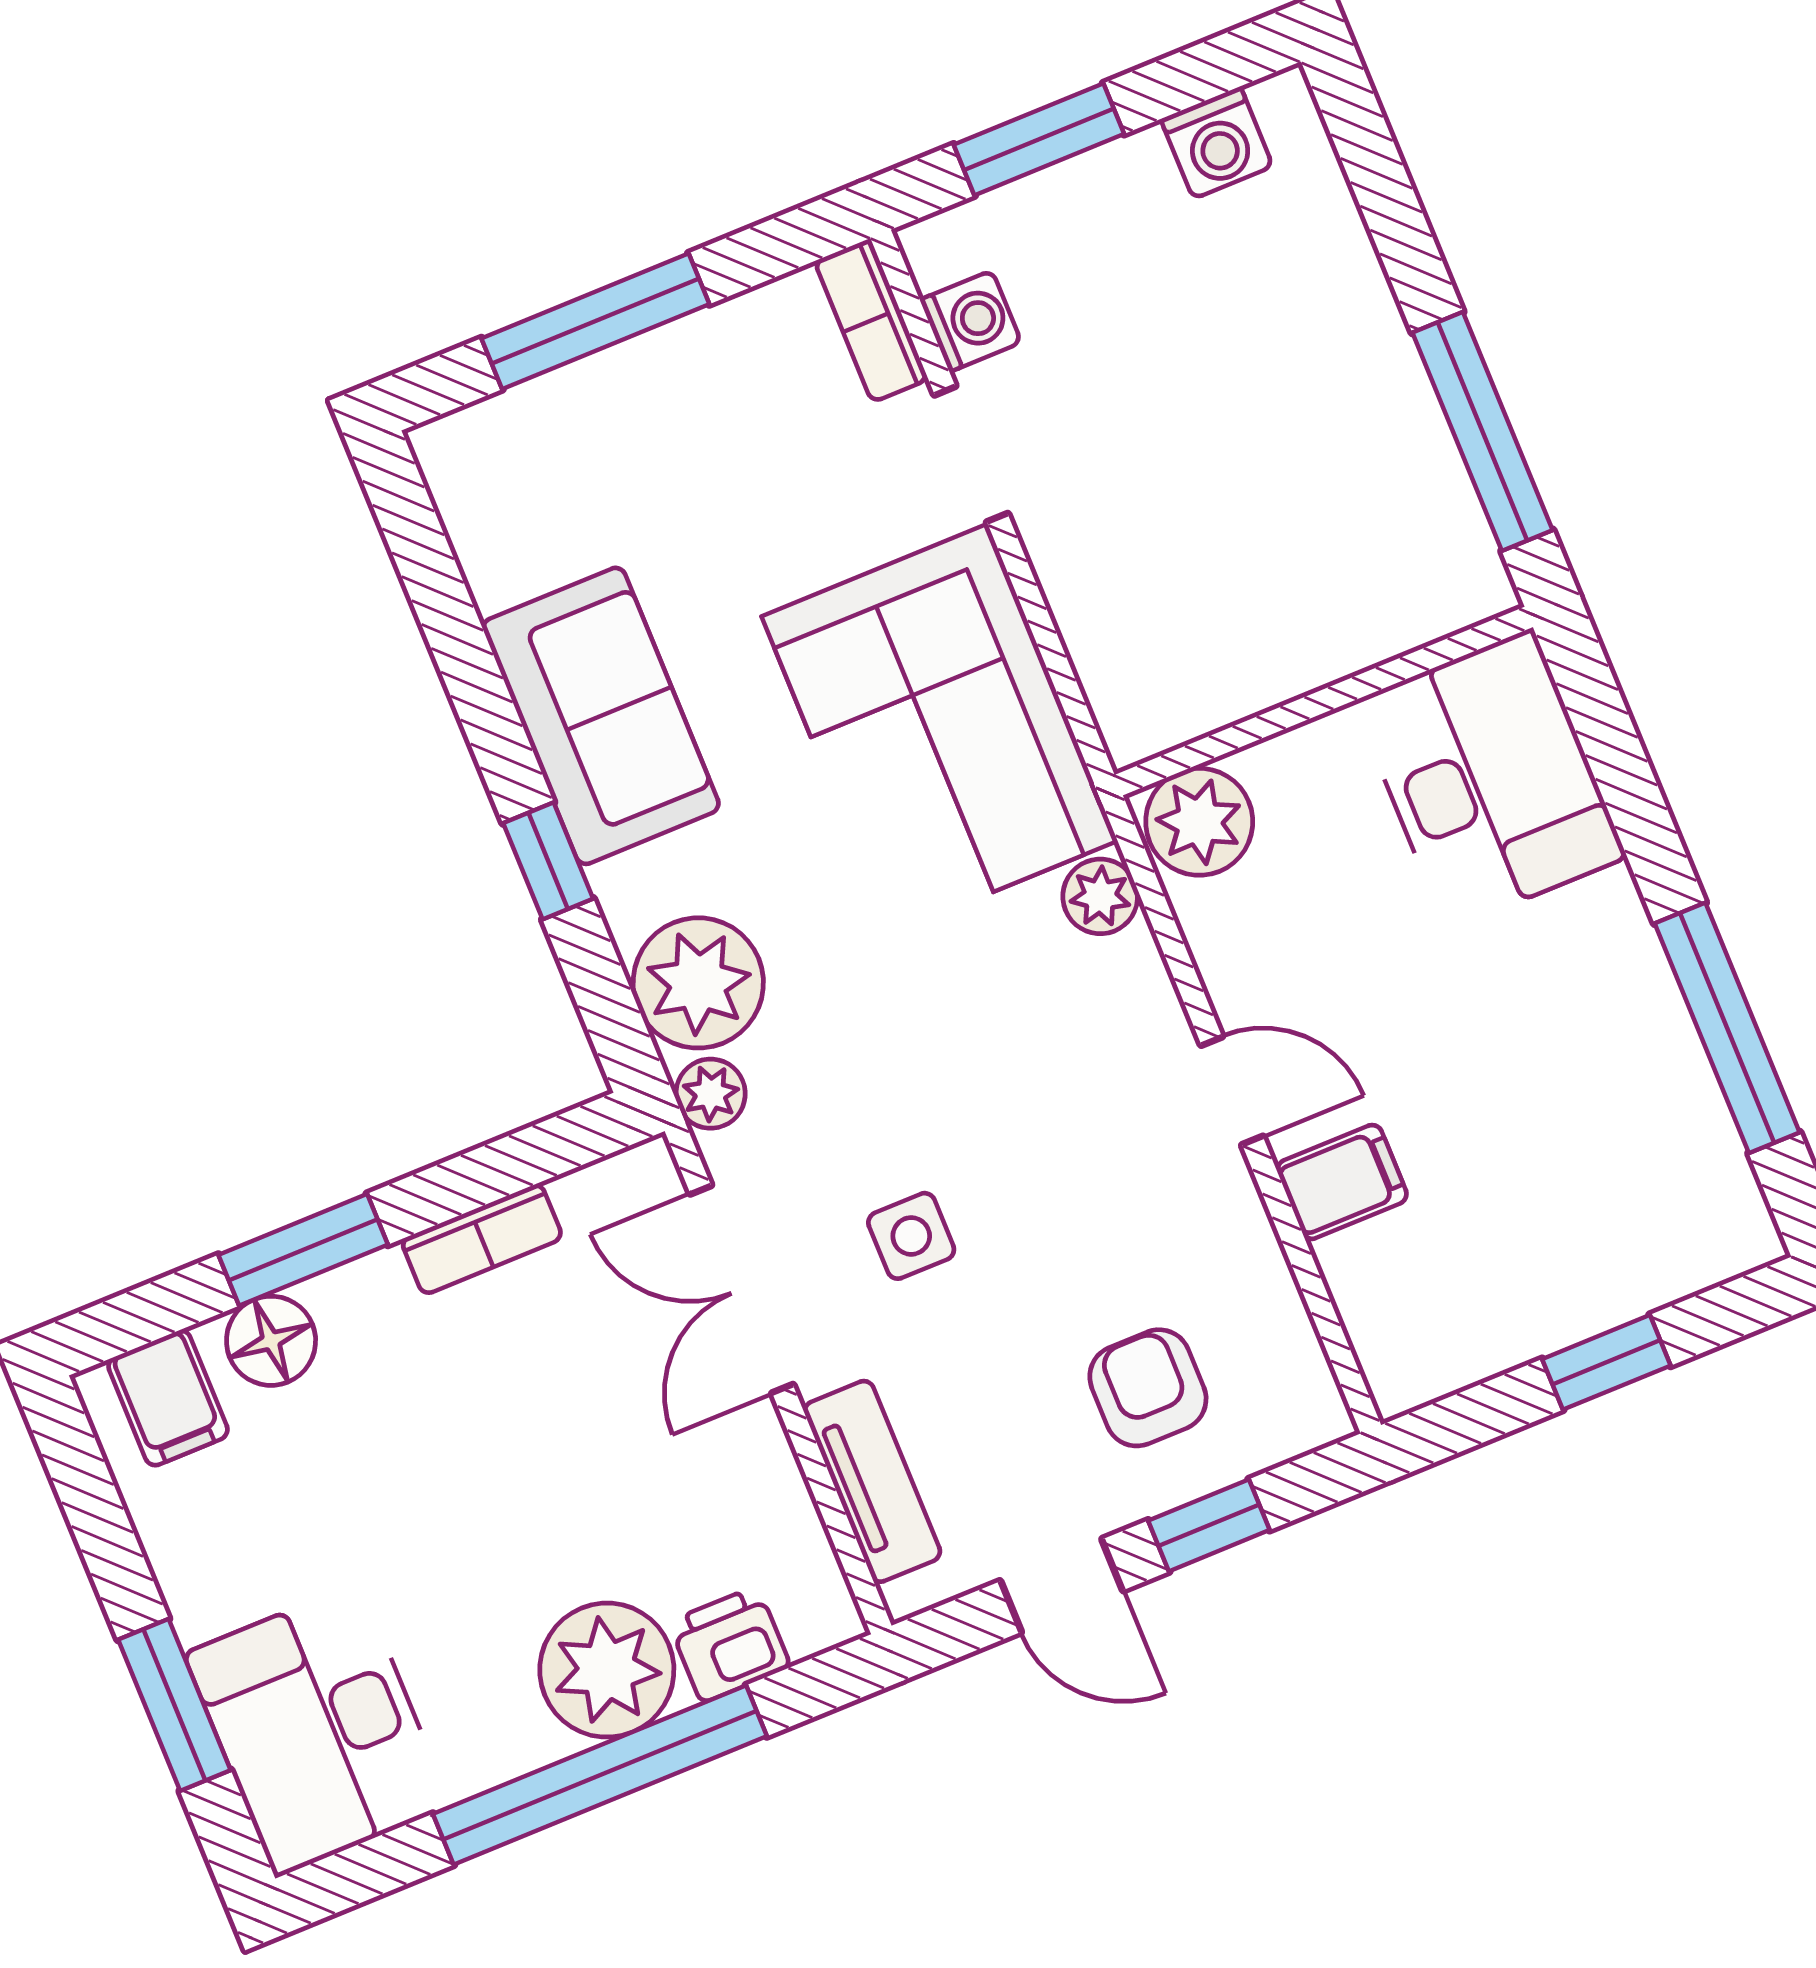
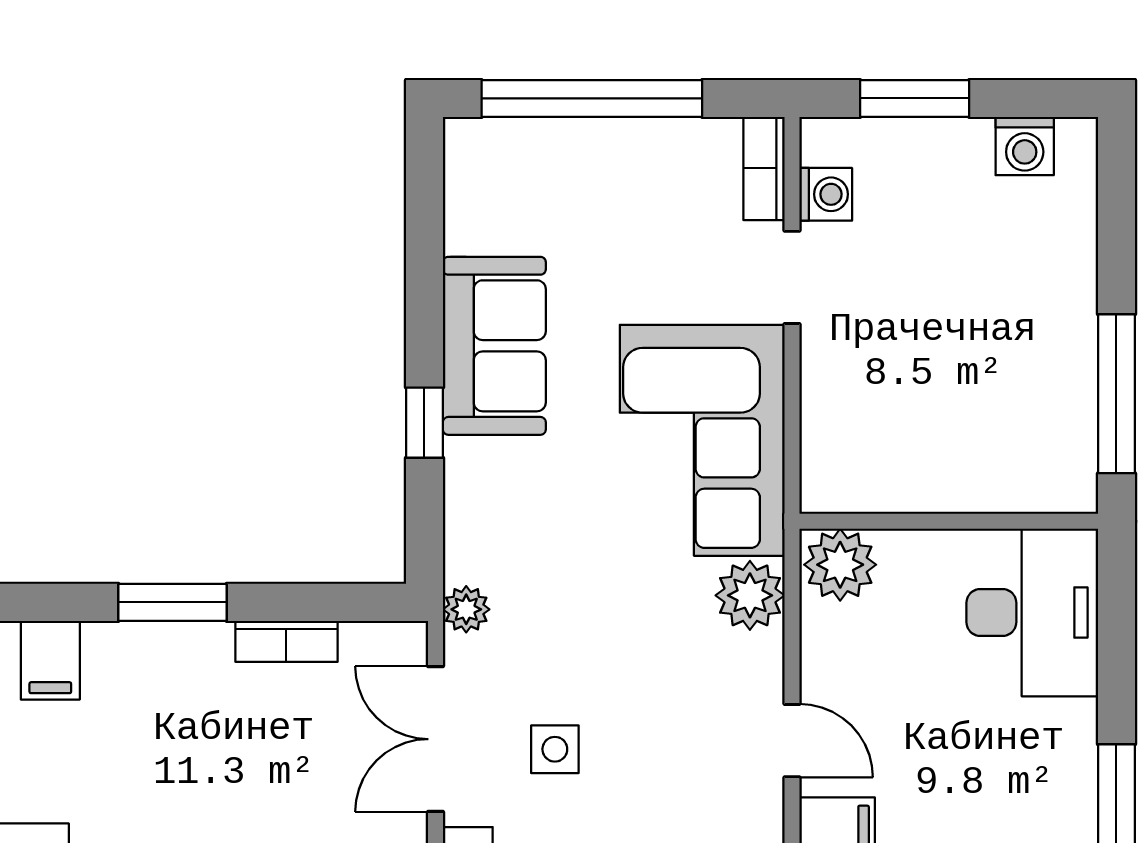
window: (595, 321) -> (592, 98), width x1.46
plant: (1100, 896) -> (750, 595), width x1.38, depth x1.38
plant: (698, 983) -> (487, 537), removed
floor lamp: (271, 1341) -> (129, 651), removed

